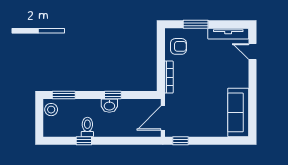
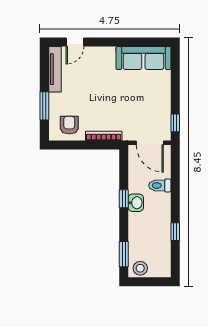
toilet: (87, 127) -> (160, 185), moved

